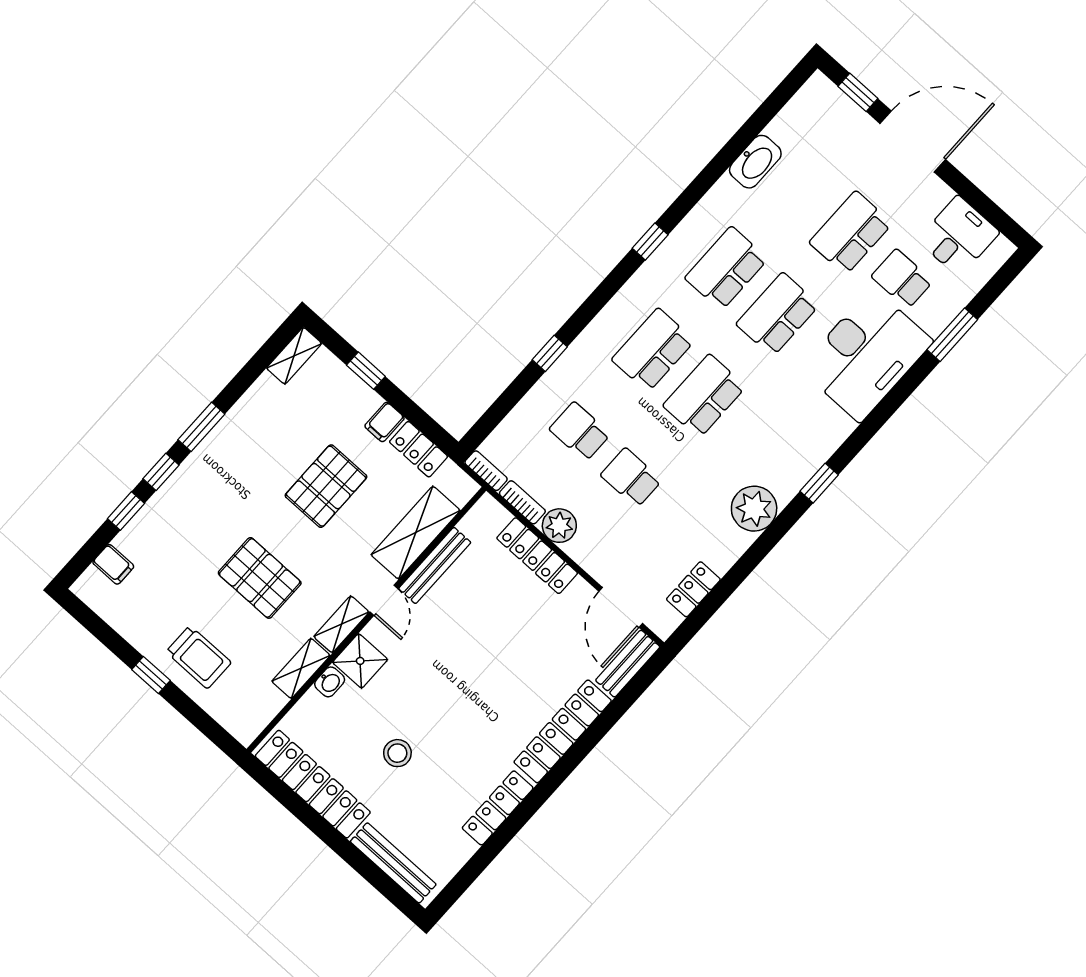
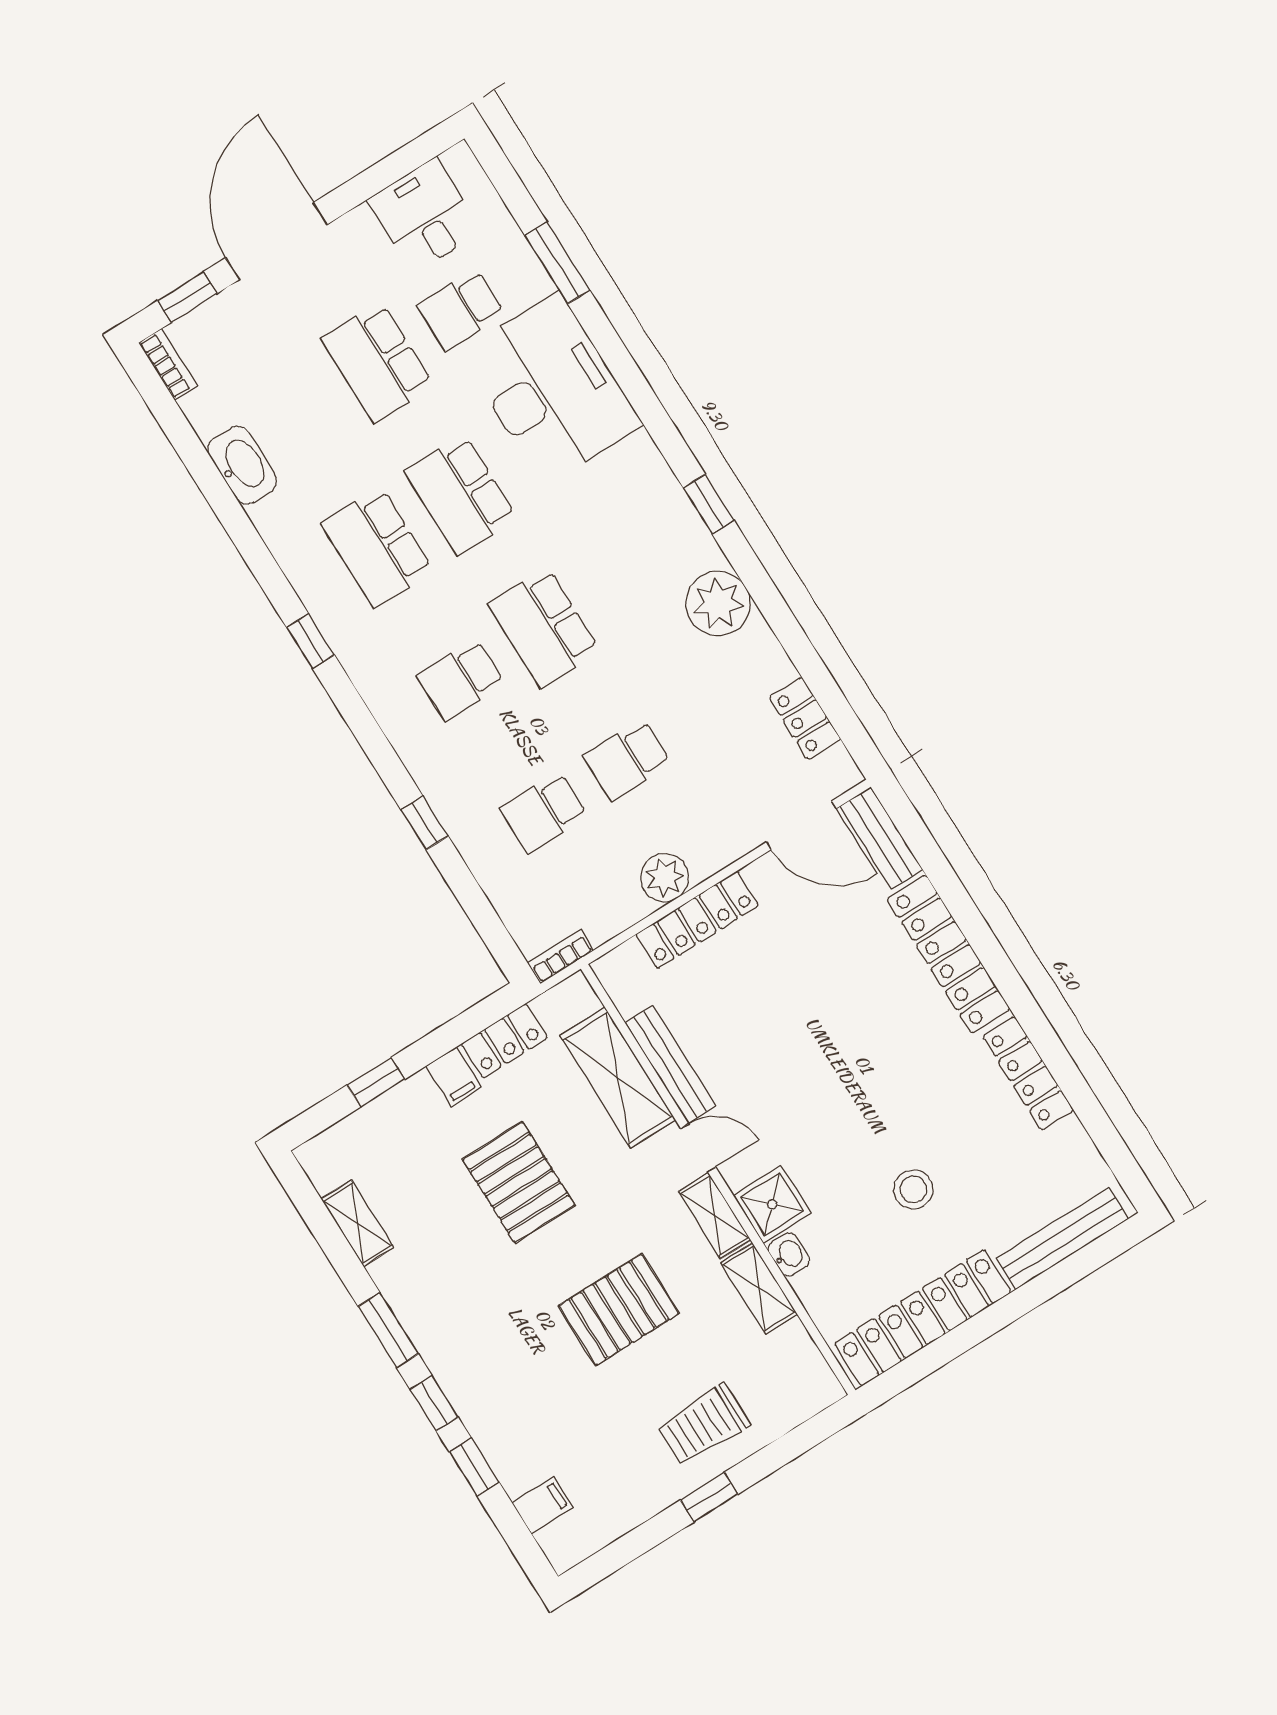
school desk: (653, 350) -> (461, 680), width x0.54
shelving: (294, 356) -> (357, 1223), moved
bookcase: (522, 502) -> (168, 364), moved, turned 90
trolley: (199, 657) -> (703, 1425), turned 180

